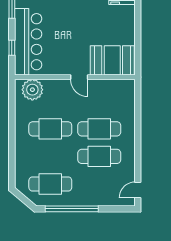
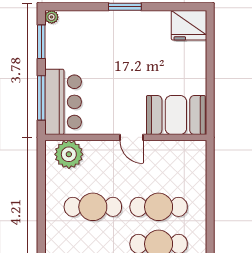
bar counter: (28, 42) -> (63, 102), width x0.73
window: (12, 48) -> (41, 98), width x2.17

